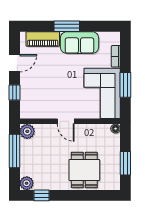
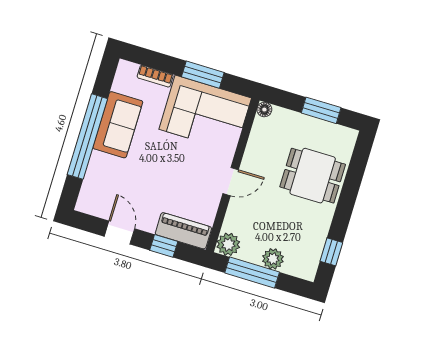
window: (67, 26) -> (87, 137), width x2.11
piano: (43, 39) -> (183, 231), moved, turned -90
plant: (27, 183) -> (273, 259), moved

